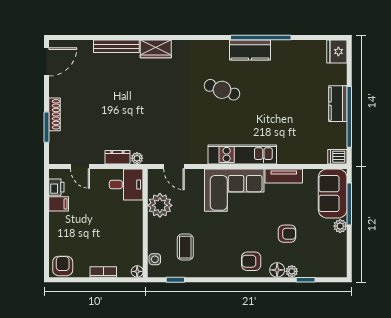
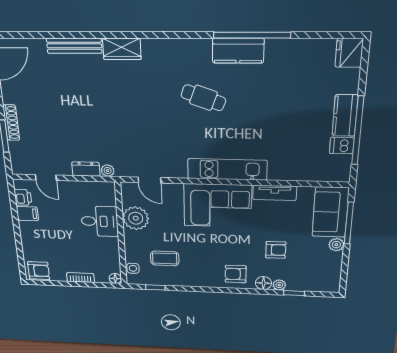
dishwasher: (337, 157) -> (342, 146), moved
desk: (126, 184) -> (100, 221), moved
coffee table: (185, 247) -> (165, 258), turned 90
armchair: (63, 266) -> (39, 271), turned 90

